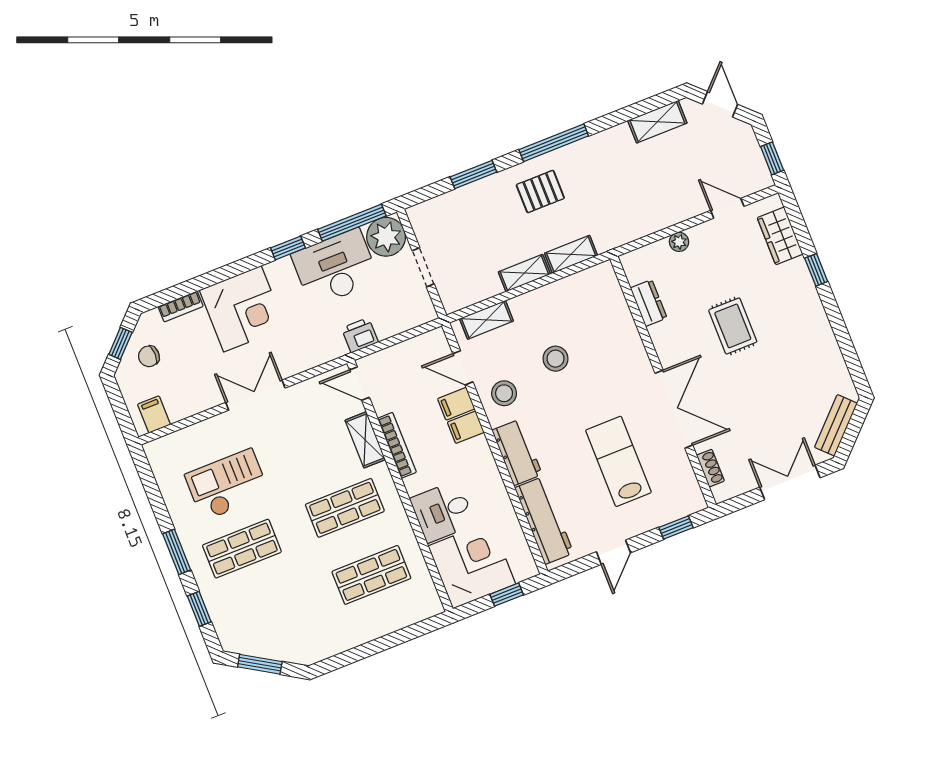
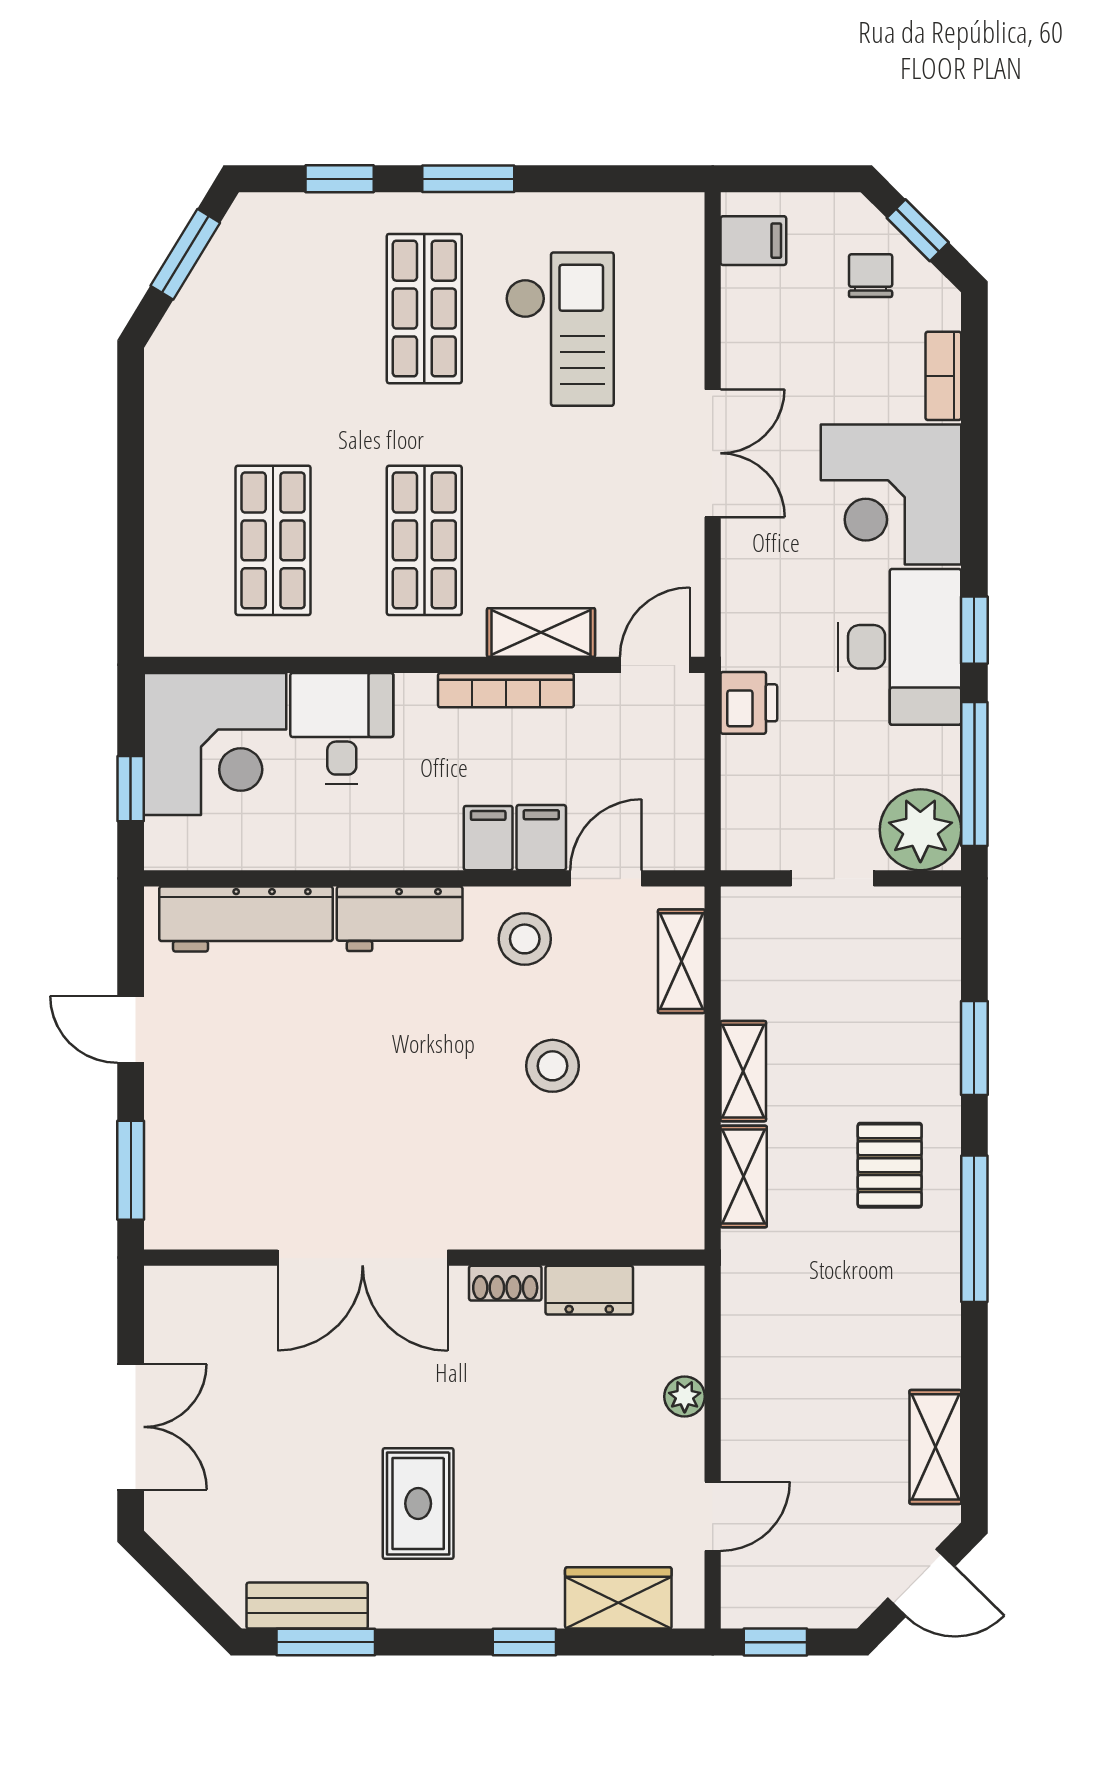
desk: (335, 268) -> (900, 647), moved
rug: (733, 326) -> (418, 1504), moved, turned 90
window: (851, 358) -> (326, 1642), added
bench: (836, 425) -> (307, 1606), moved, turned -45
lab bench: (618, 461) -> (304, 1109), removed
shoe rack: (710, 468) -> (505, 1283), moved
window: (676, 528) -> (131, 1170), width x1.50

